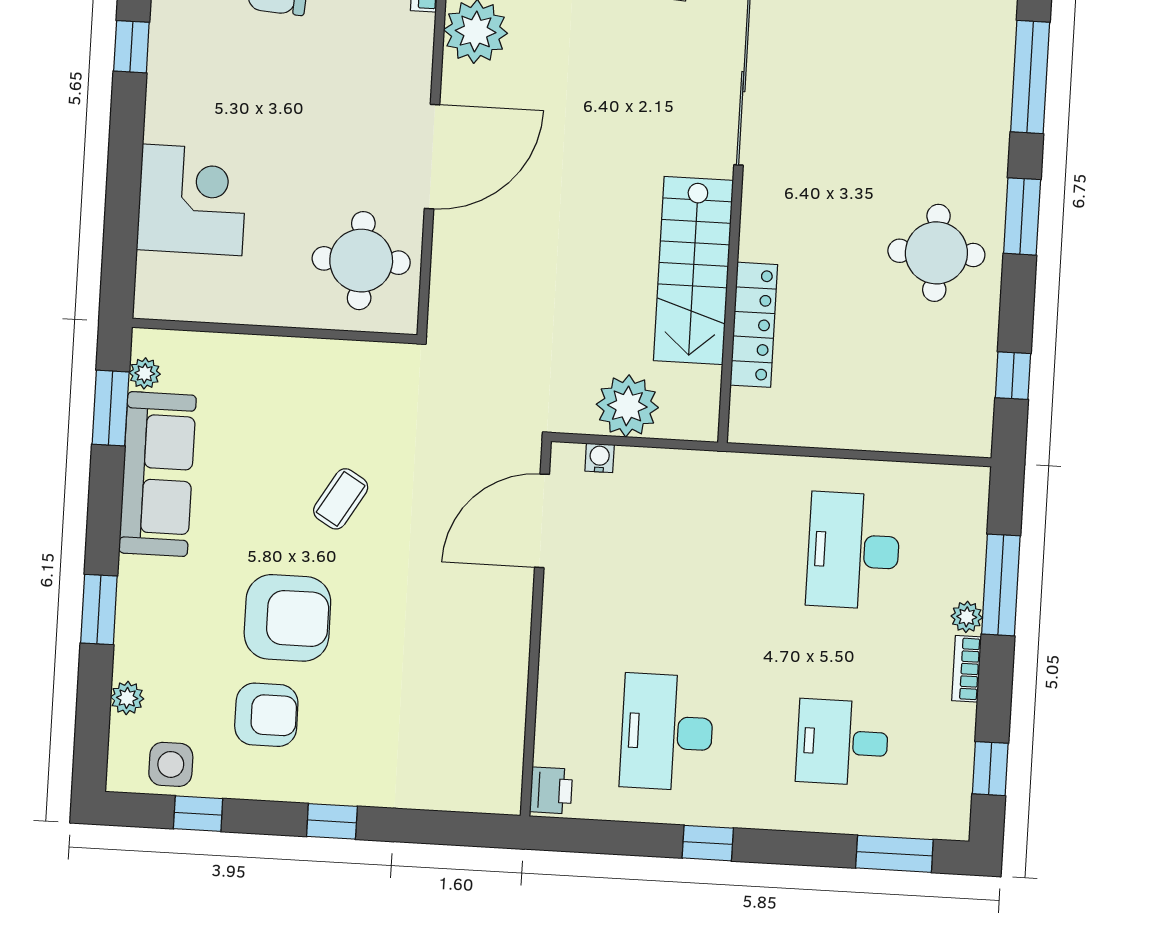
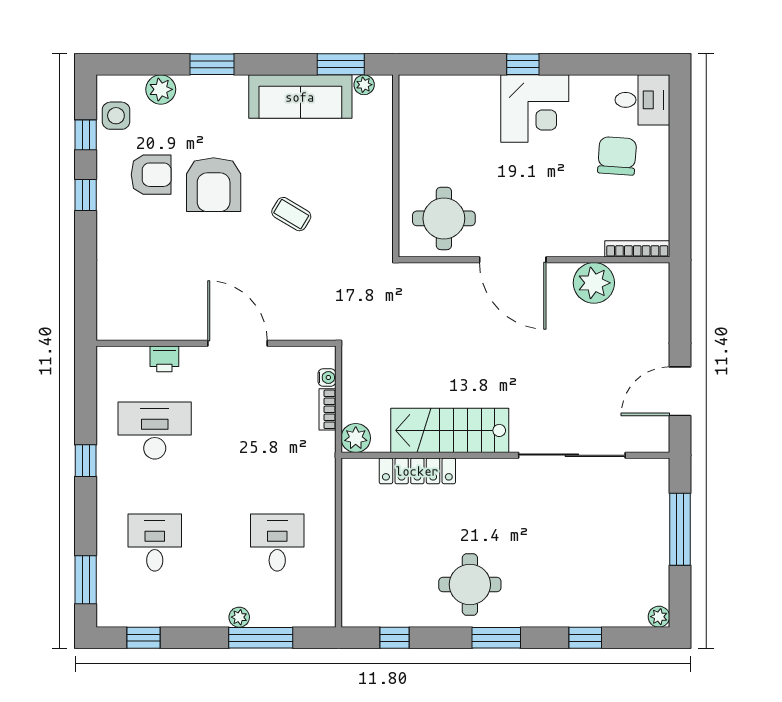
window: (131, 47) -> (523, 64), moved
window: (1030, 77) -> (585, 638), width x0.46
corner desk: (192, 200) -> (535, 108), moved
plant: (627, 406) -> (356, 438), moved, width x0.73, depth x0.73
door: (542, 521) -> (237, 343), moved
desk: (853, 551) -> (277, 543), width x0.73
bookcase: (967, 669) -> (328, 409), moved, turned -90
plant: (127, 698) -> (161, 89), width x1.38, depth x1.38
armchair: (266, 715) -> (151, 175), turned -90
printer: (551, 790) -> (164, 359), moved
window: (332, 821) -> (86, 195), moved

